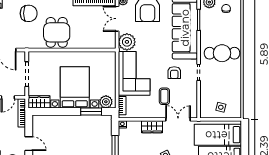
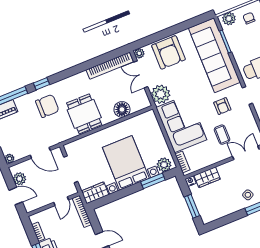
floor lamp: (90, 42) -> (122, 109), added
wardrobe: (152, 127) -> (207, 177), moved

